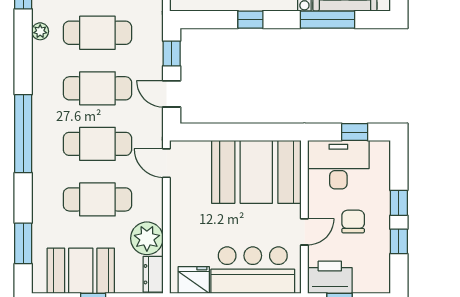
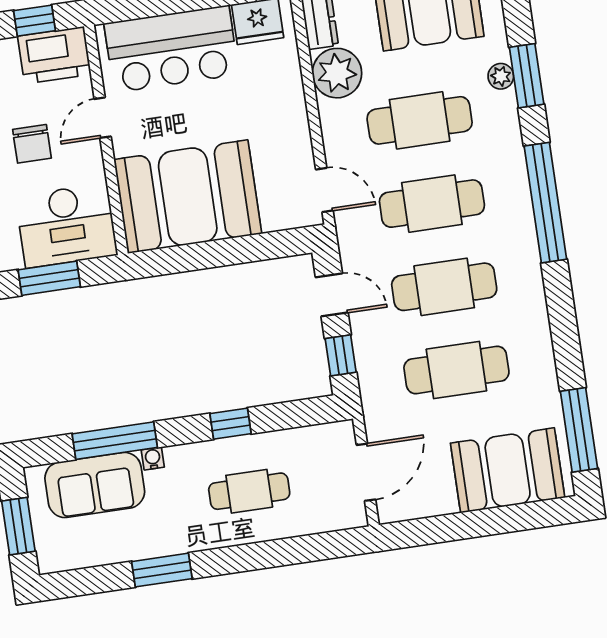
plant: (40, 31) -> (501, 76), moved
window: (355, 132) -> (49, 278), width x1.50
window: (23, 243) -> (527, 76), moved

